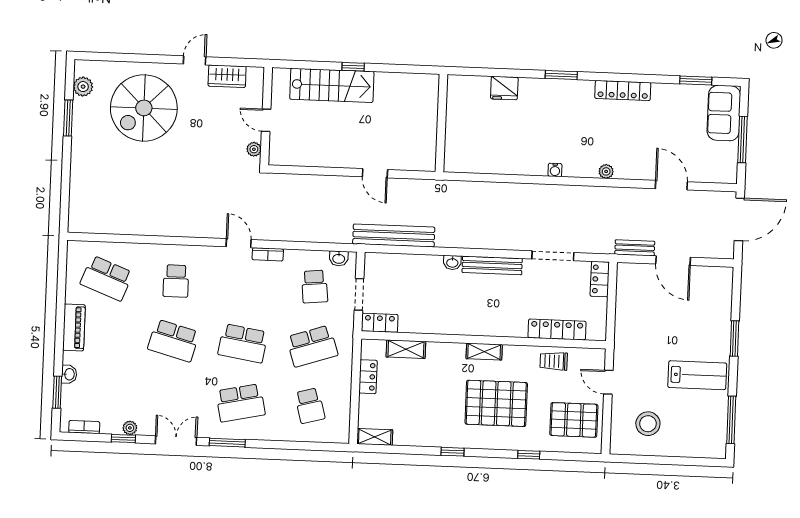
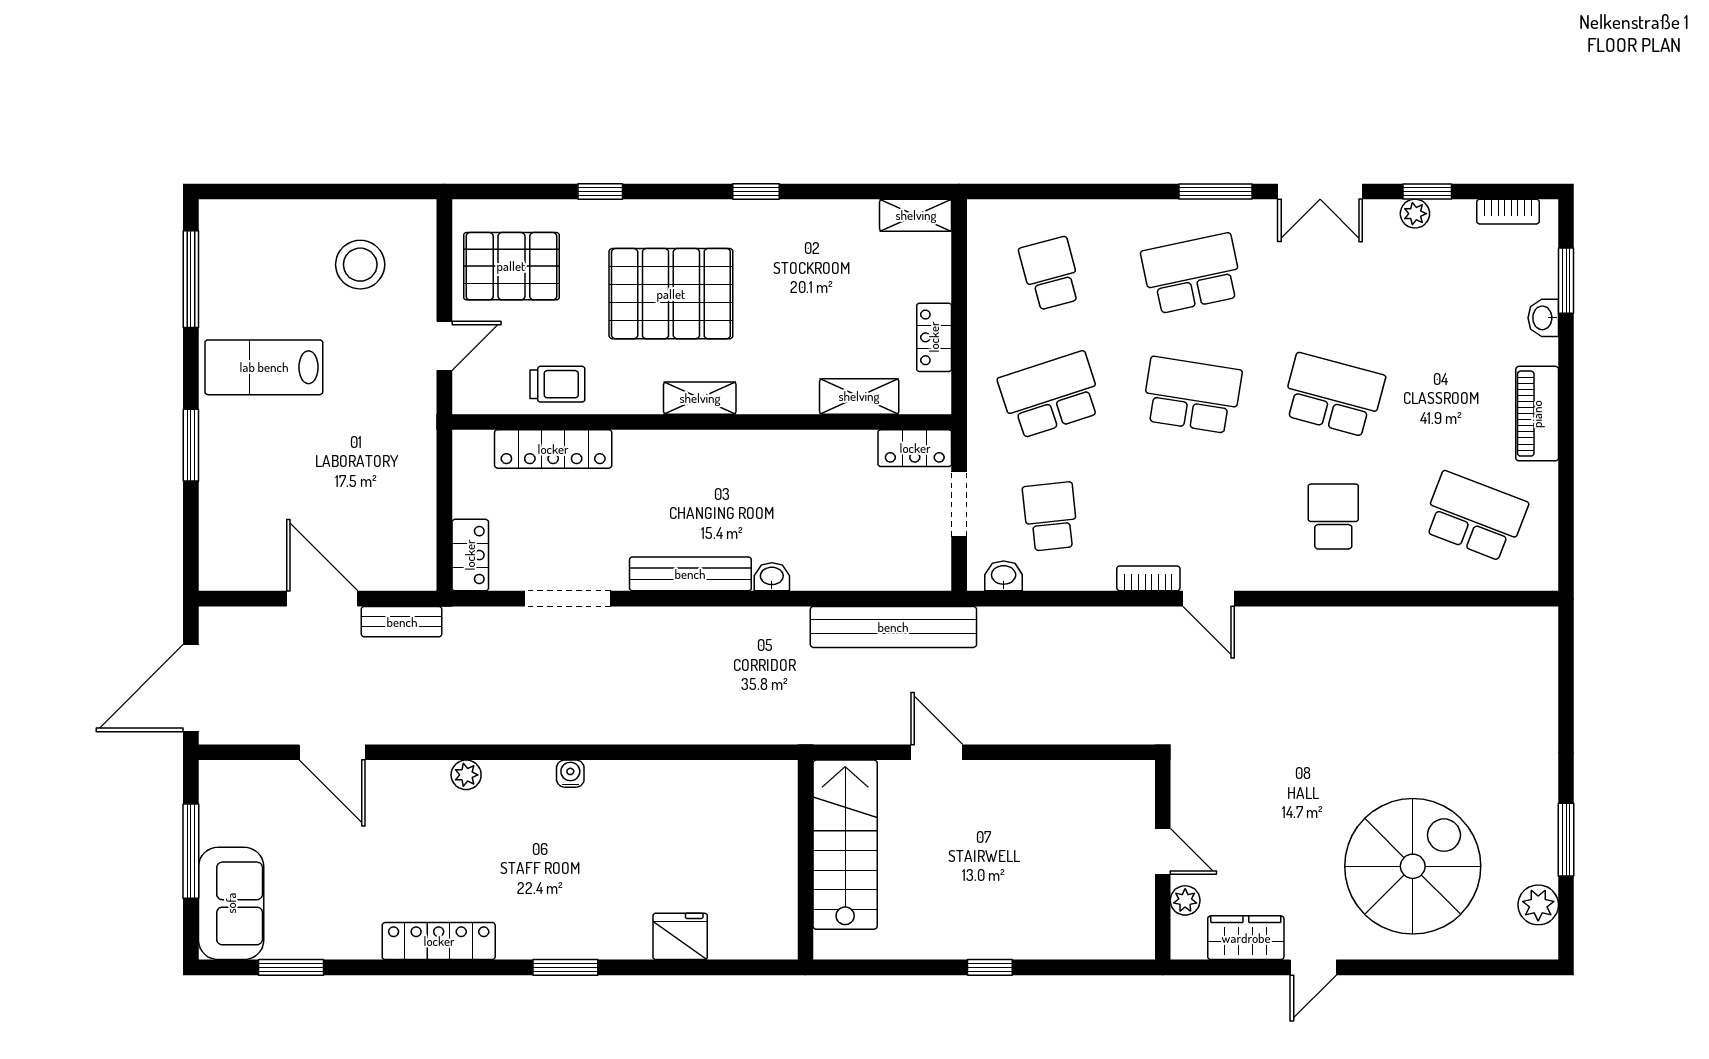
stairs: (332, 85) -> (845, 845), moved, turned 90
plant: (254, 149) -> (1185, 900), moved
door: (608, 382) -> (444, 346), hinge flipped

